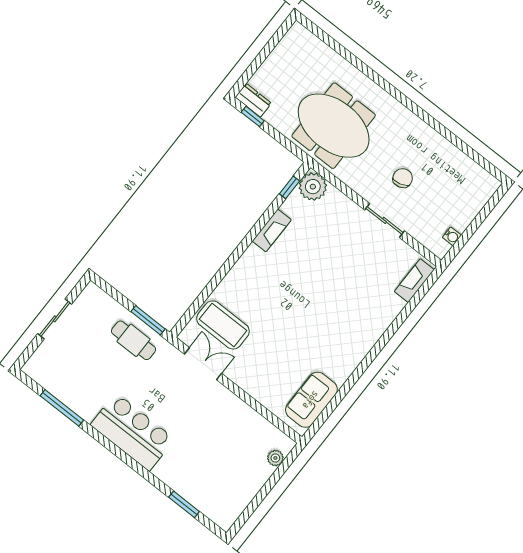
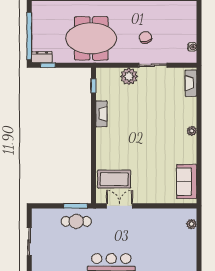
window: (258, 61) -> (29, 36), added
plant: (313, 187) -> (129, 76), moved
plant: (368, 341) -> (192, 131), added

